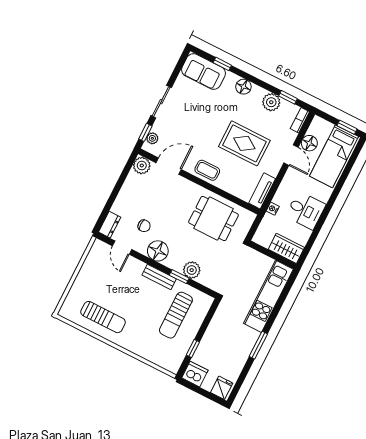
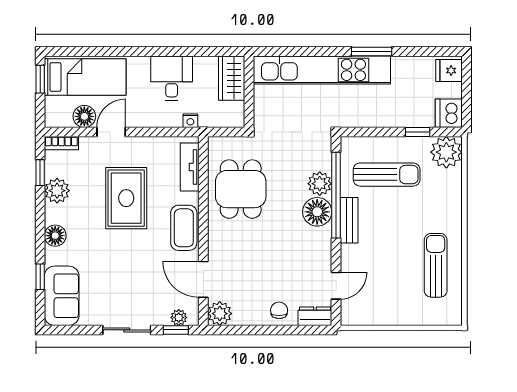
coffee table: (207, 170) -> (184, 228), width x1.36, depth x1.30
tv unit: (262, 191) -> (190, 167), moved, turned 90
chair: (144, 226) -> (279, 310), moved
floor lamp: (158, 251) -> (317, 212), moved
window: (179, 277) -> (336, 195), width x3.17
kitchen unit: (268, 296) -> (322, 70), width x1.36
plant: (171, 360) -> (446, 152), added

